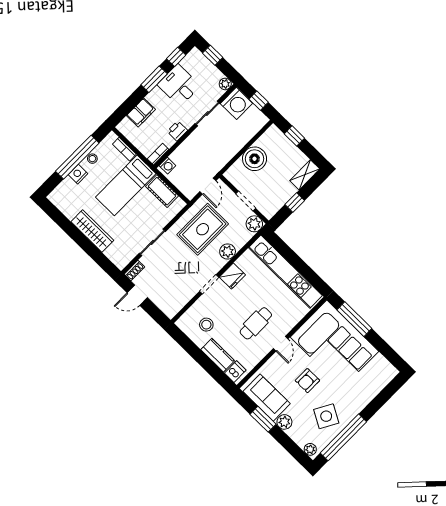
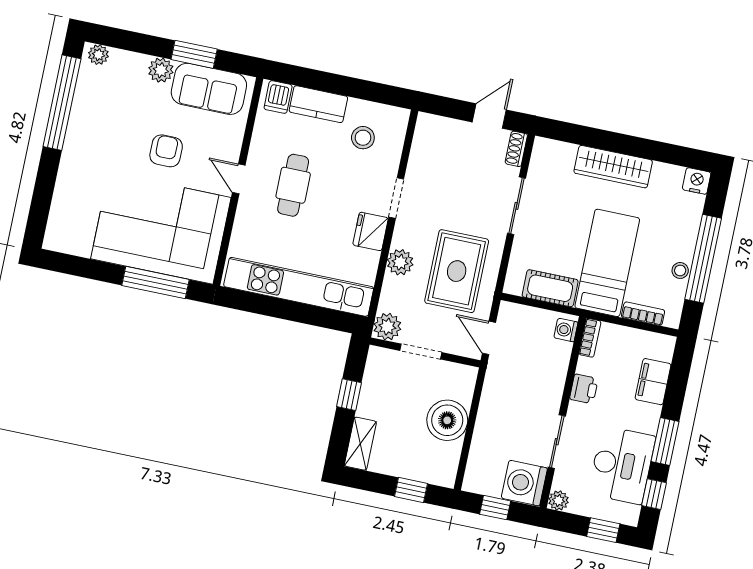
desk: (179, 85) -> (622, 465), width x1.37
nightstand: (78, 174) -> (697, 181), moved, turned -90
side table: (326, 416) -> (106, 117), removed

